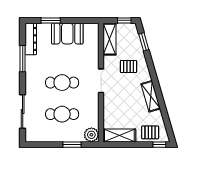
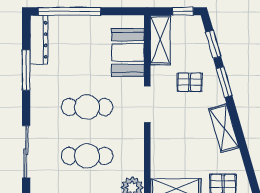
window: (51, 20) -> (70, 11), width x2.11
booth: (67, 34) -> (128, 52), moved, turned 90
window: (151, 66) -> (224, 82), added

